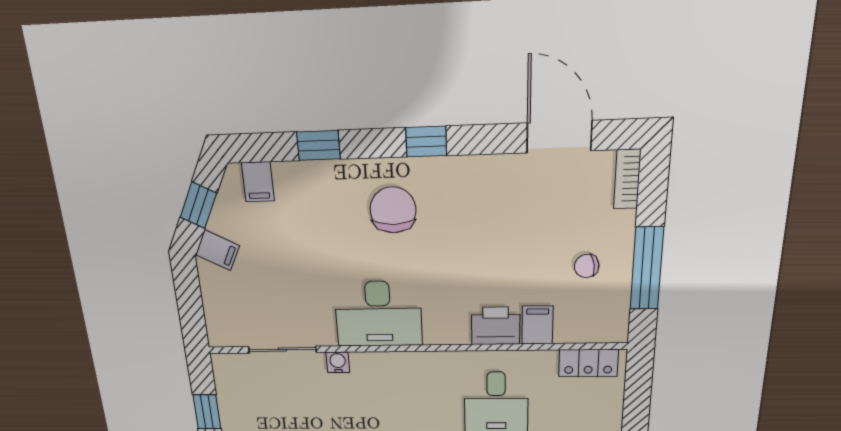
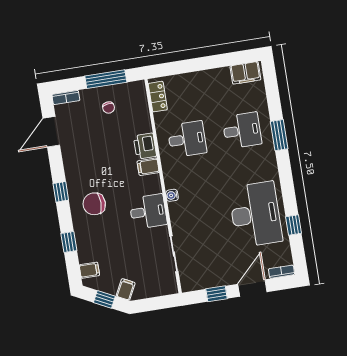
desk: (378, 314) -> (148, 212), width x0.73
filing cabinet: (537, 325) -> (148, 167), moved
water cooler: (338, 362) -> (172, 195), moved

